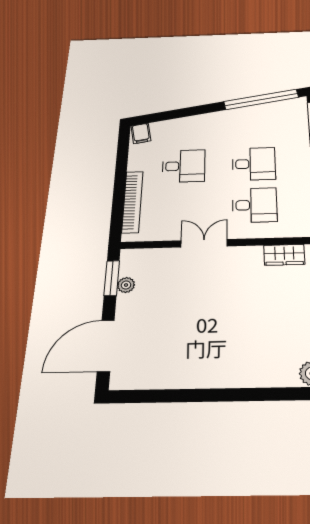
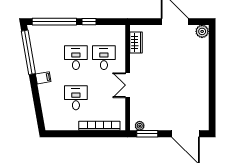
filing cabinet: (141, 133) -> (43, 78), moved
plant: (126, 285) -> (140, 126), moved

